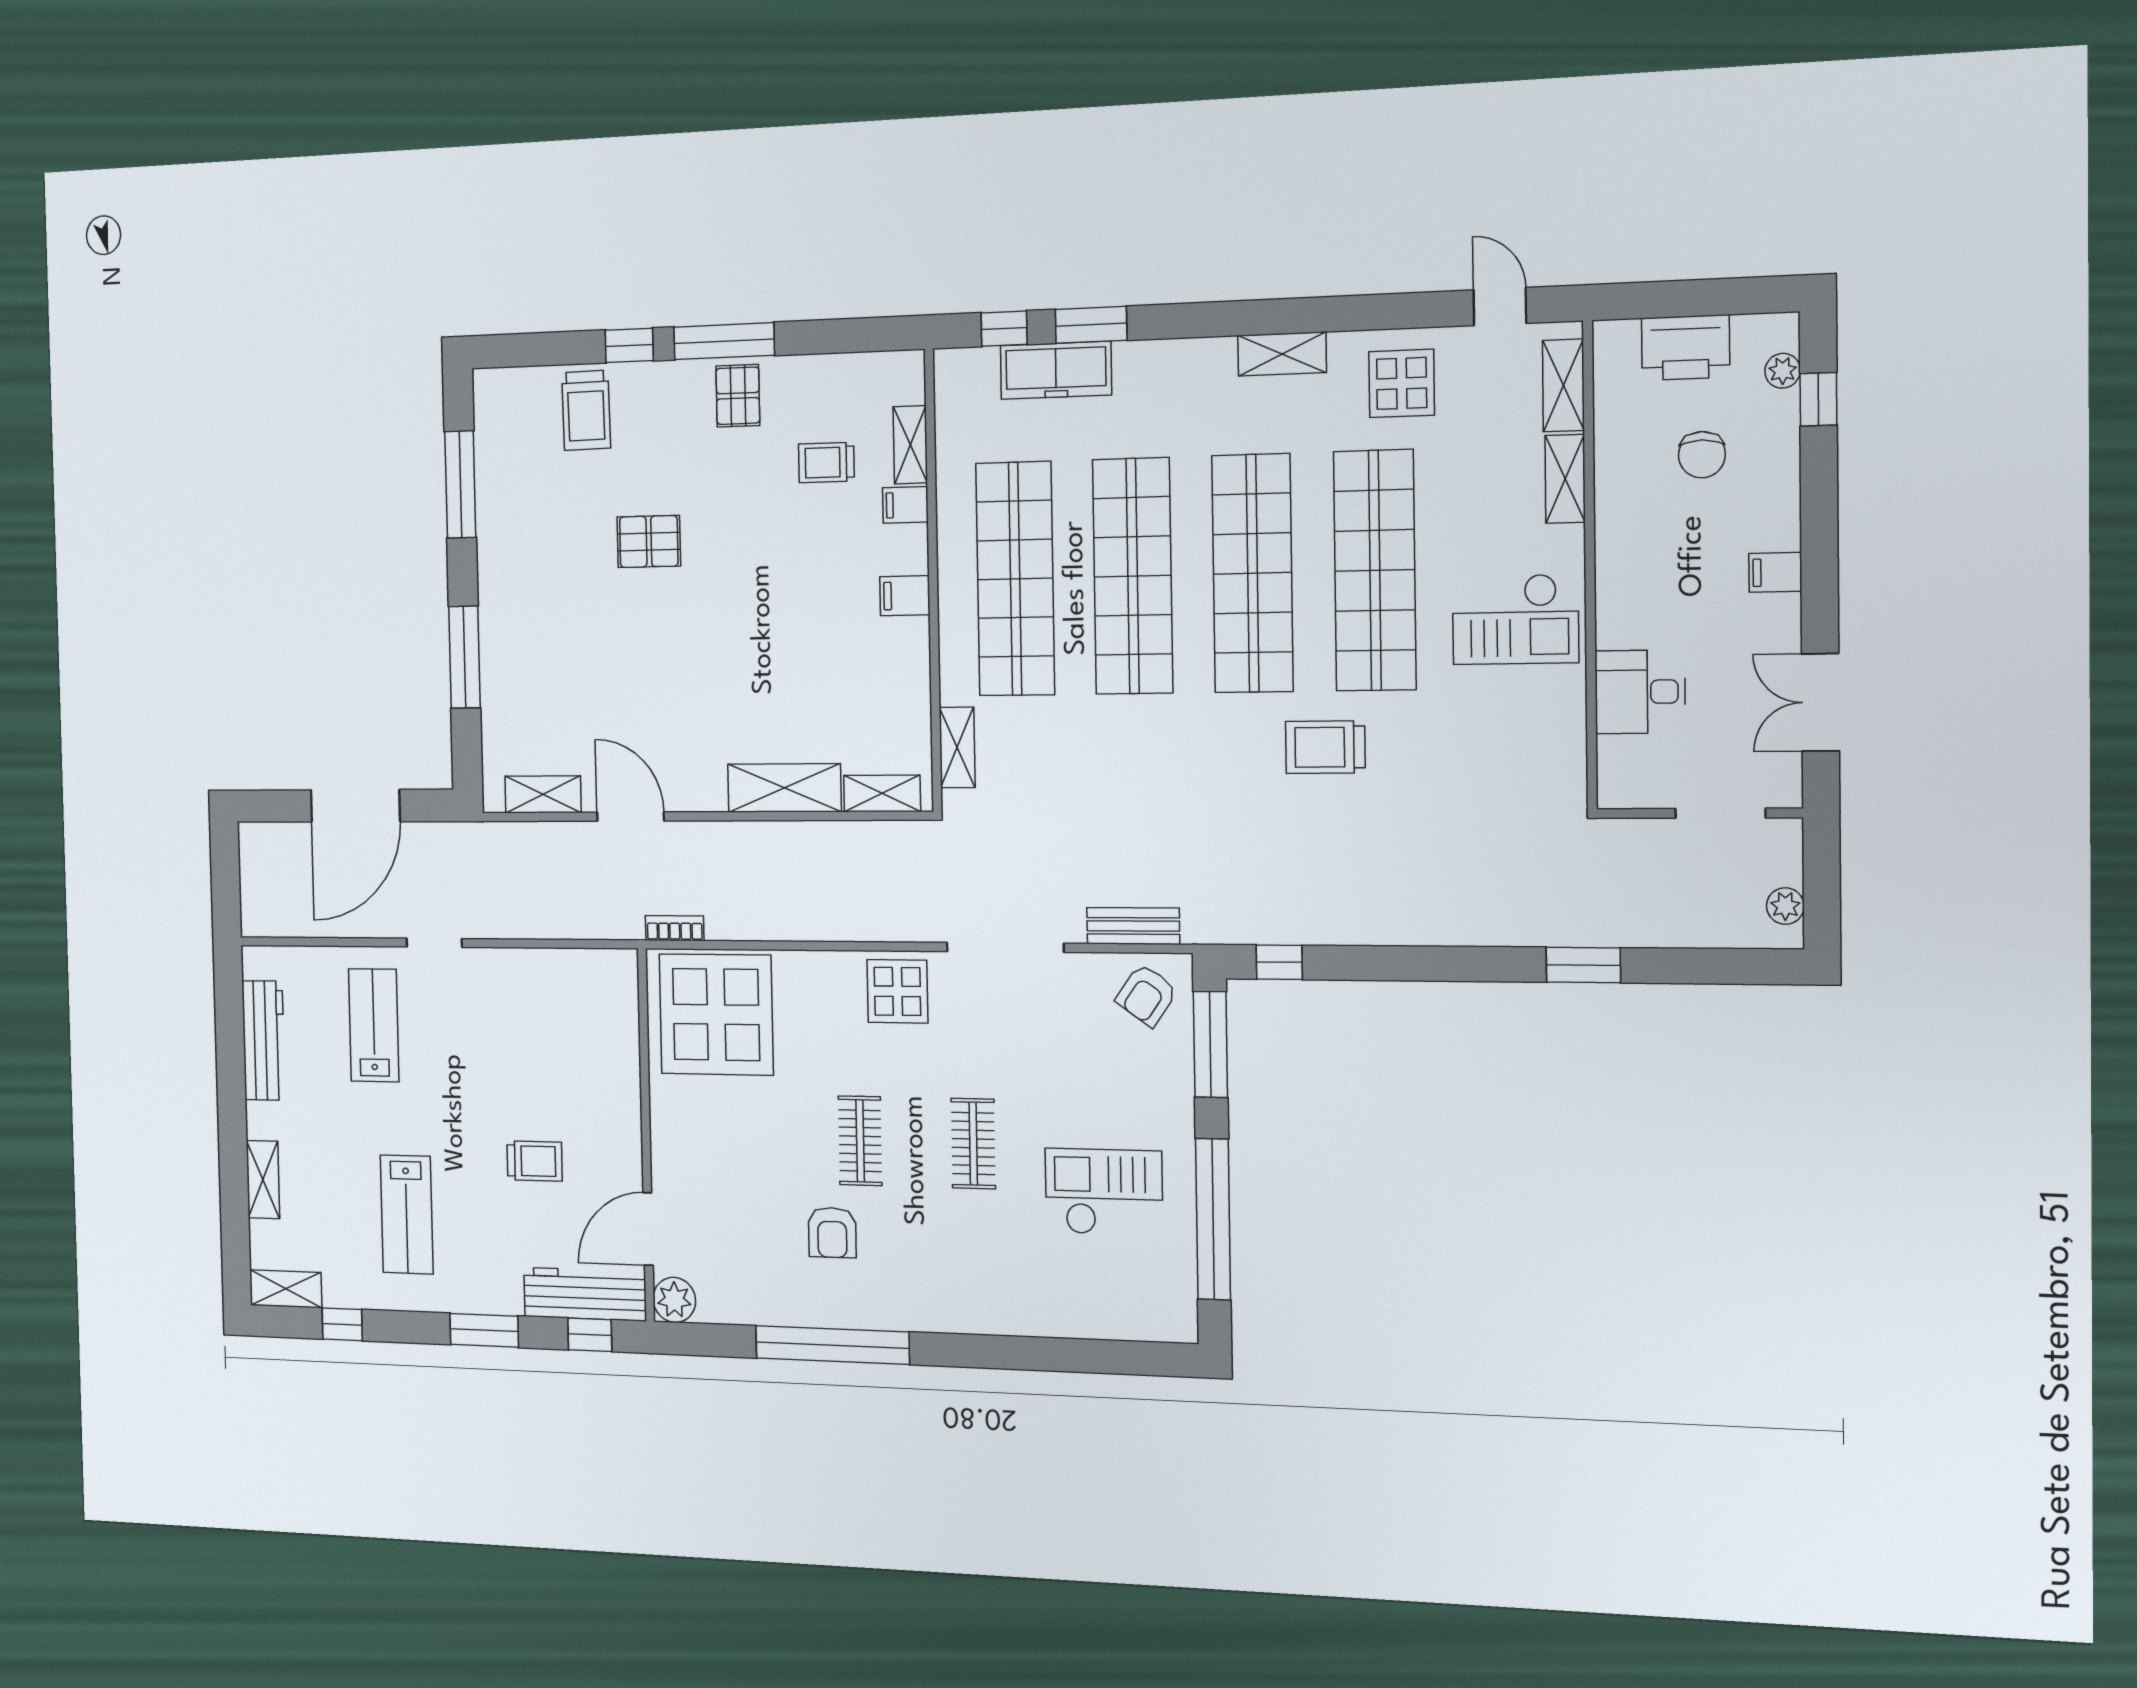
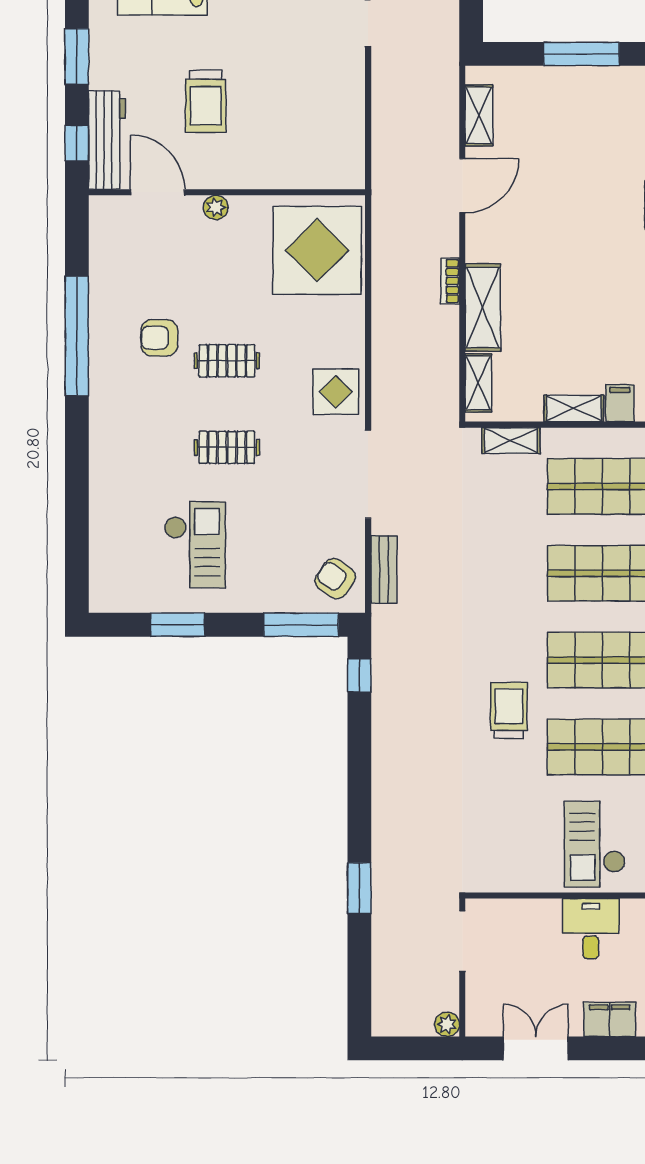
filing cabinet: (1775, 572) -> (610, 1019), width x2.00
shelving: (913, 660) -> (574, 408), added
desk: (1640, 692) -> (591, 929), moved
doorway: (1720, 813) -> (462, 941), moved
plant: (1785, 906) -> (447, 1024), moved
bookcase: (675, 928) -> (450, 281), moved, turned 180
trolley: (535, 1161) -> (206, 101), width x1.36, depth x1.39
window: (1213, 1219) -> (178, 625), width x0.47
plant: (674, 1300) -> (216, 207), moved, width x0.73, depth x0.73

